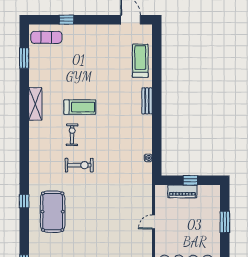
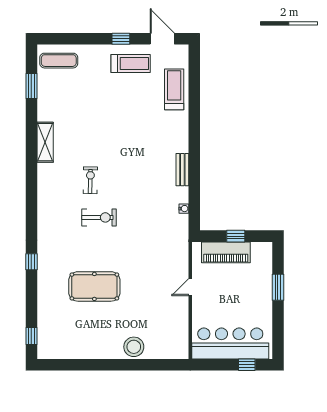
window: (66, 20) -> (121, 39), moved
bench: (147, 101) -> (182, 170), moved
treadmill: (80, 107) -> (131, 64), moved
piano: (182, 191) -> (226, 252), width x1.37, depth x1.33
pool table: (53, 212) -> (94, 286), moved, turned 90

